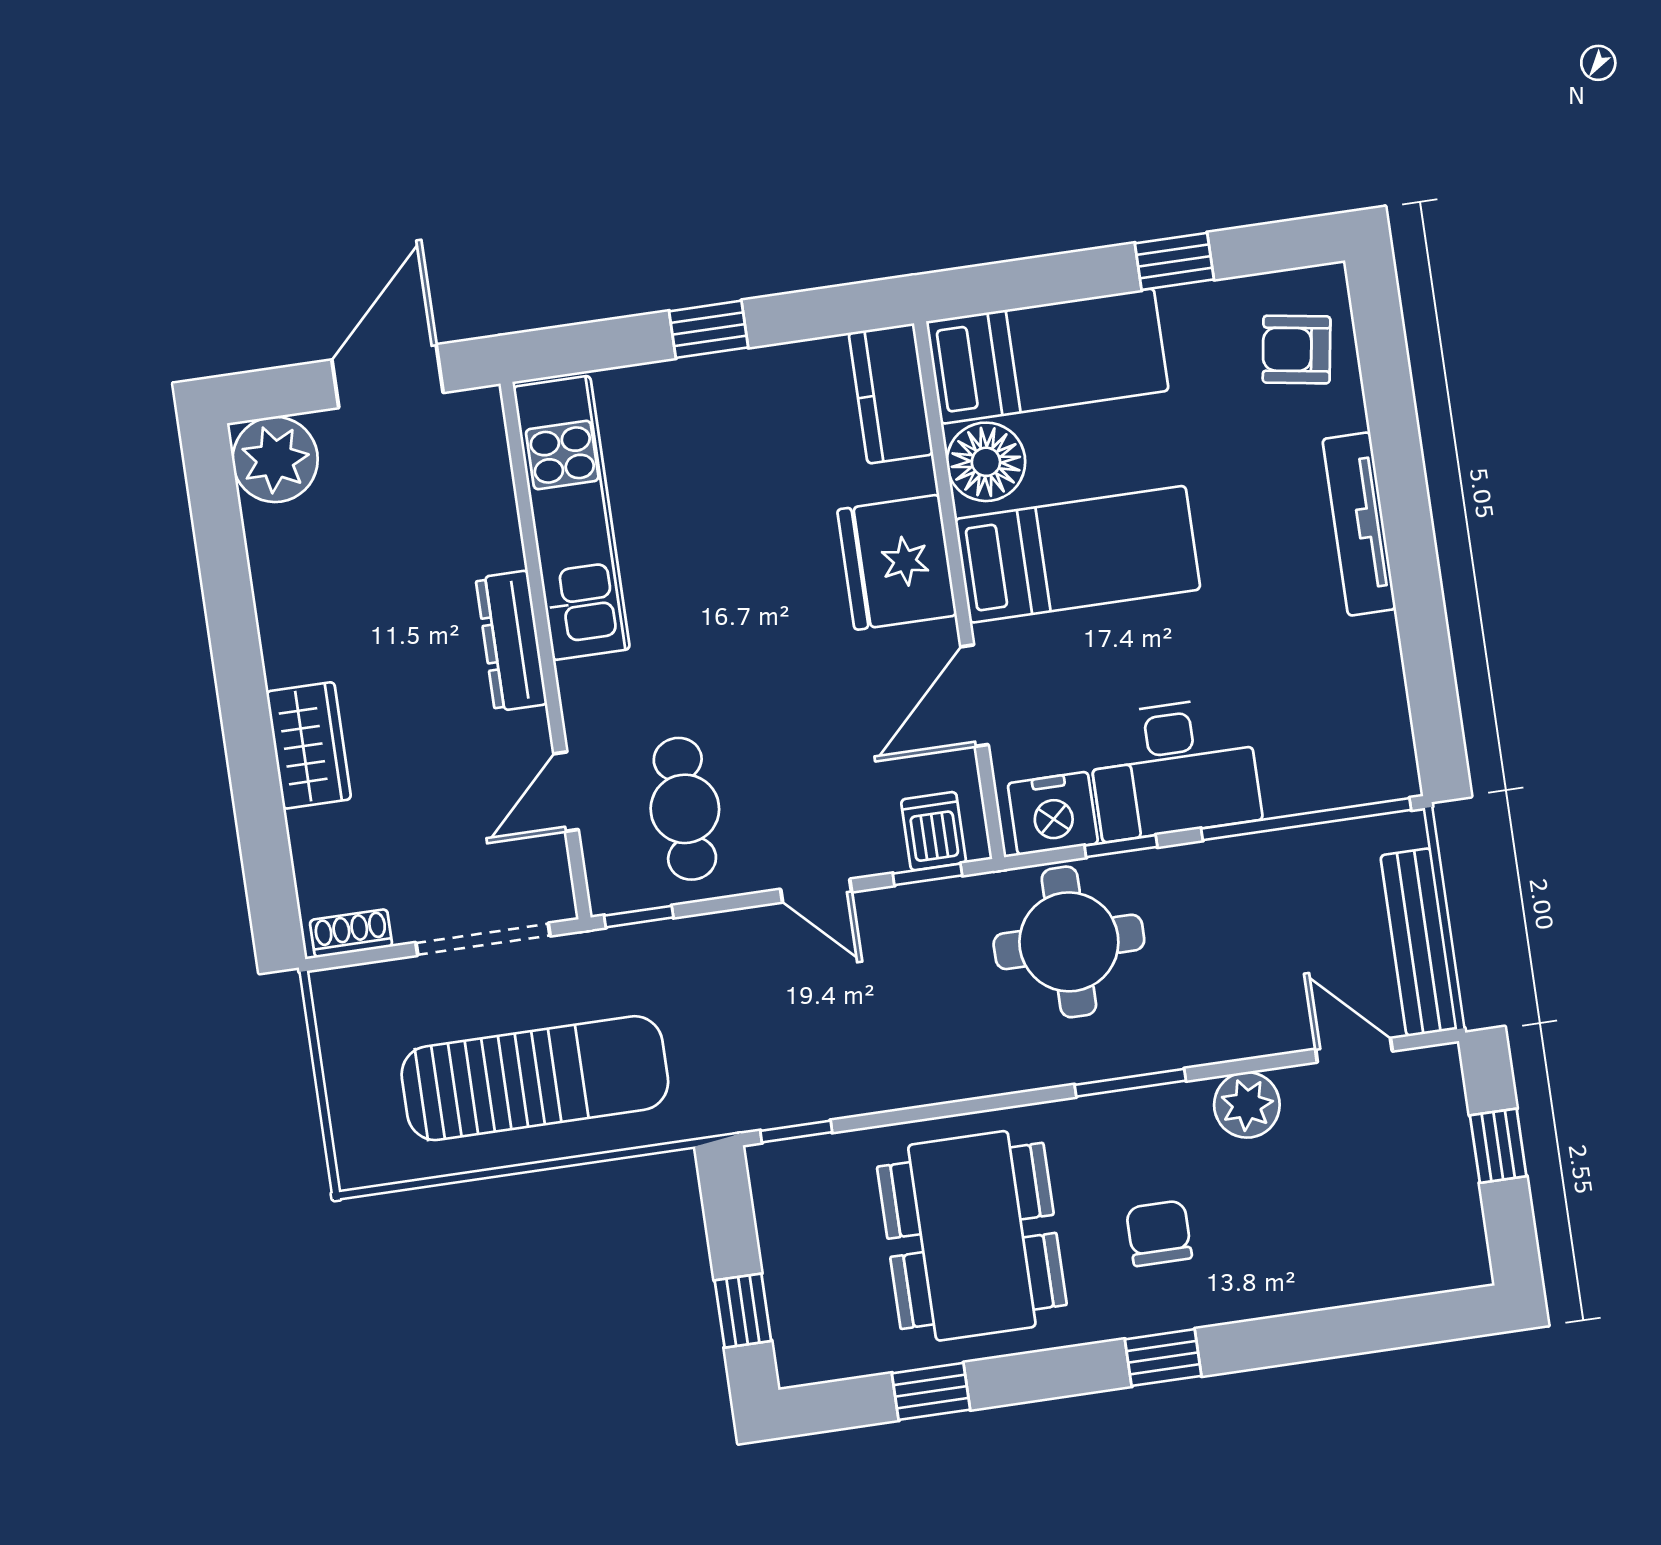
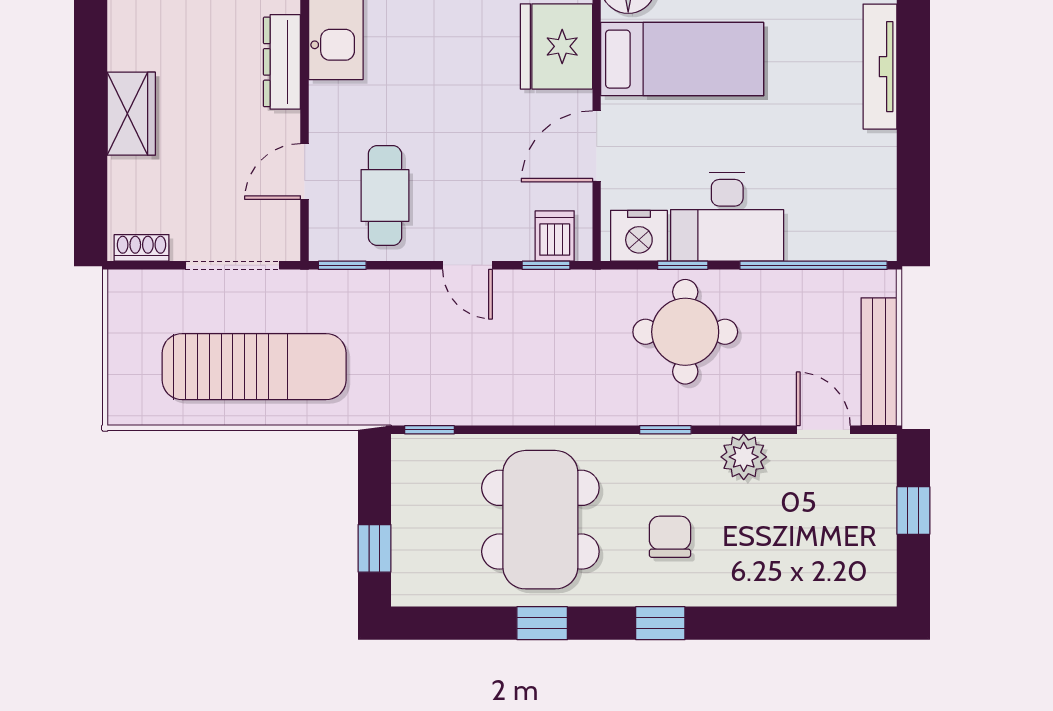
round table: (1069, 942) -> (685, 332), moved
window: (1130, 1083) -> (665, 430), width x0.67
window: (931, 1391) -> (542, 623), moved

